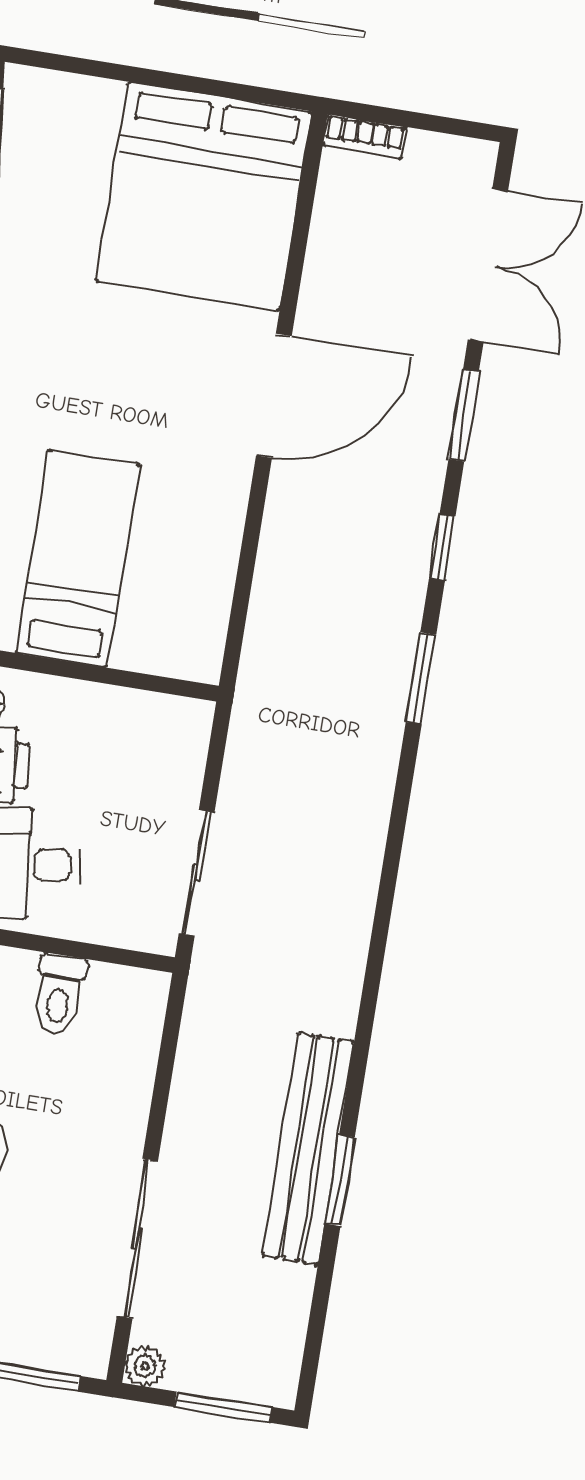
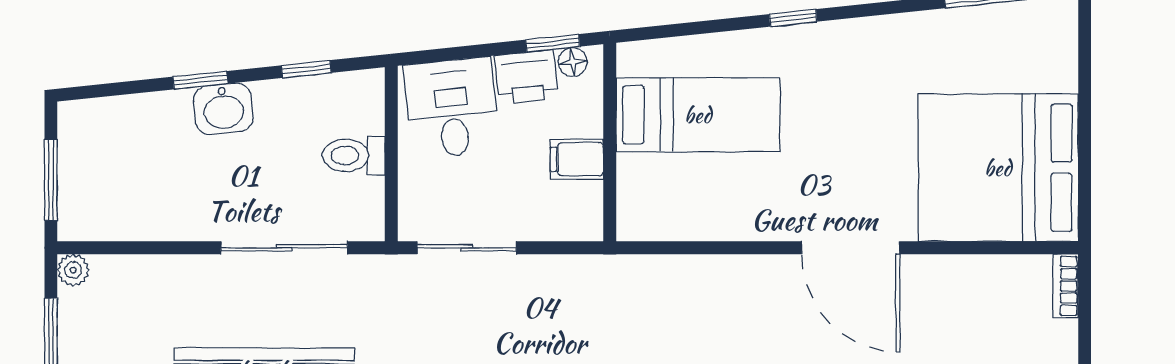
filing cabinet: (109, 718) -> (577, 159), added
sliding door: (137, 1239) -> (284, 248), moved

